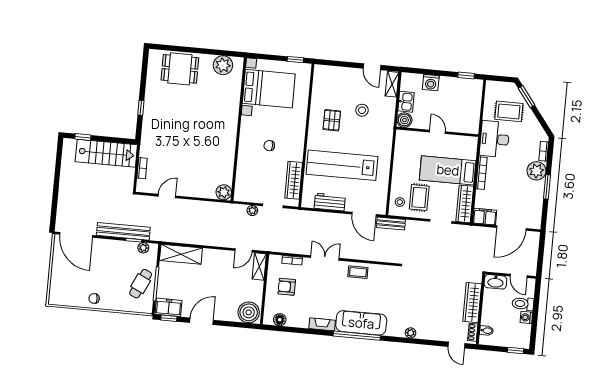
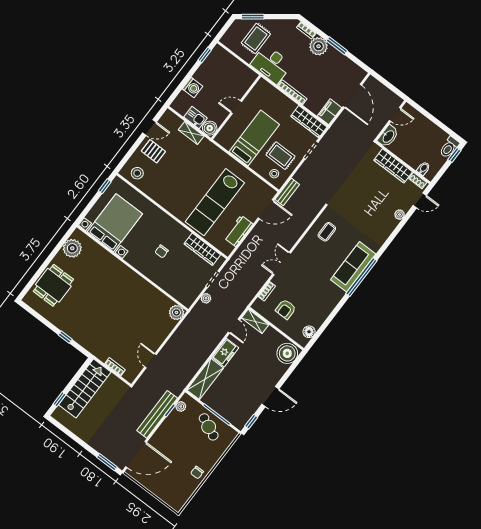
shelving: (392, 84) -> (191, 133), moved
stool: (362, 110) -> (137, 173), moved
pallet: (332, 120) -> (153, 151), moved
bed: (448, 170) -> (254, 138), moved, turned 180
window: (54, 214) -> (107, 462), added
coffee table: (358, 272) -> (327, 232), moved
toilet: (523, 304) -> (449, 147), moved
freezer: (169, 307) -> (225, 353), moved, turned 180
washing machine: (526, 317) -> (433, 129), removed
door: (201, 321) -> (270, 396), swing flipped
fireplace: (322, 324) -> (334, 300), removed
plant: (411, 333) -> (400, 215), moved

